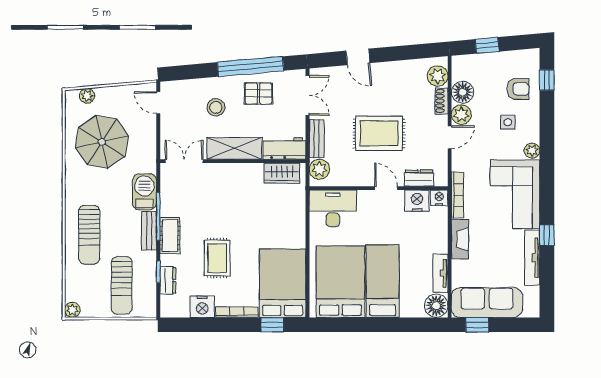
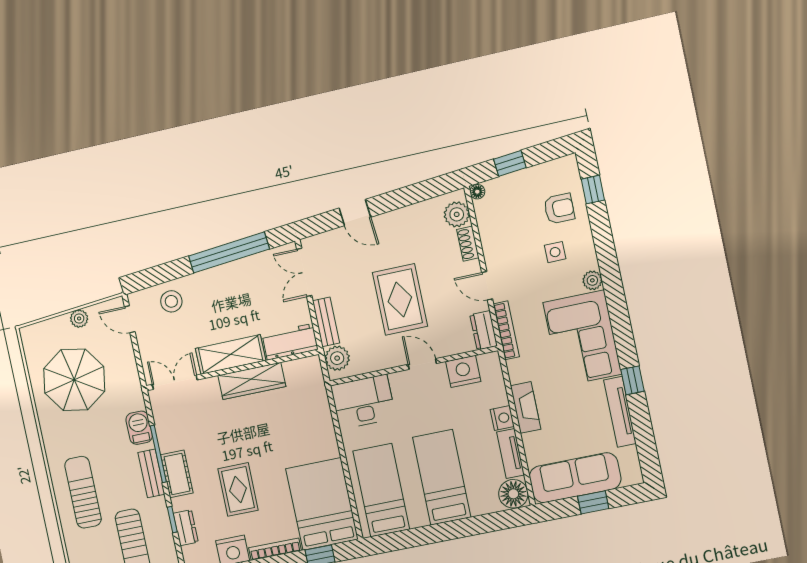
floor lamp: (463, 92) -> (477, 192), moved, width x0.53, depth x0.53
pallet: (259, 94) -> (245, 283), removed
double door: (308, 95) -> (304, 272), swing flipped
plant: (87, 96) -> (79, 319), moved
stool: (216, 107) -> (171, 301), moved
plant: (461, 115) -> (496, 255), removed
rug: (379, 133) -> (400, 299), turned 90
door: (450, 137) -> (487, 286), swing flipped
wardrobe: (282, 173) -> (252, 381), moved, width x1.50
dresser: (419, 178) -> (484, 330), moved, turned -90
barbecue: (144, 192) -> (139, 428), width x0.73, depth x0.79
bookcase: (457, 195) -> (506, 330), moved
nightstand: (439, 198) -> (502, 418), moved, turned 90
sun lounger: (89, 235) -> (83, 492), turned 180
bed: (340, 282) -> (381, 490), width x0.67
window: (477, 325) -> (593, 502), moved

